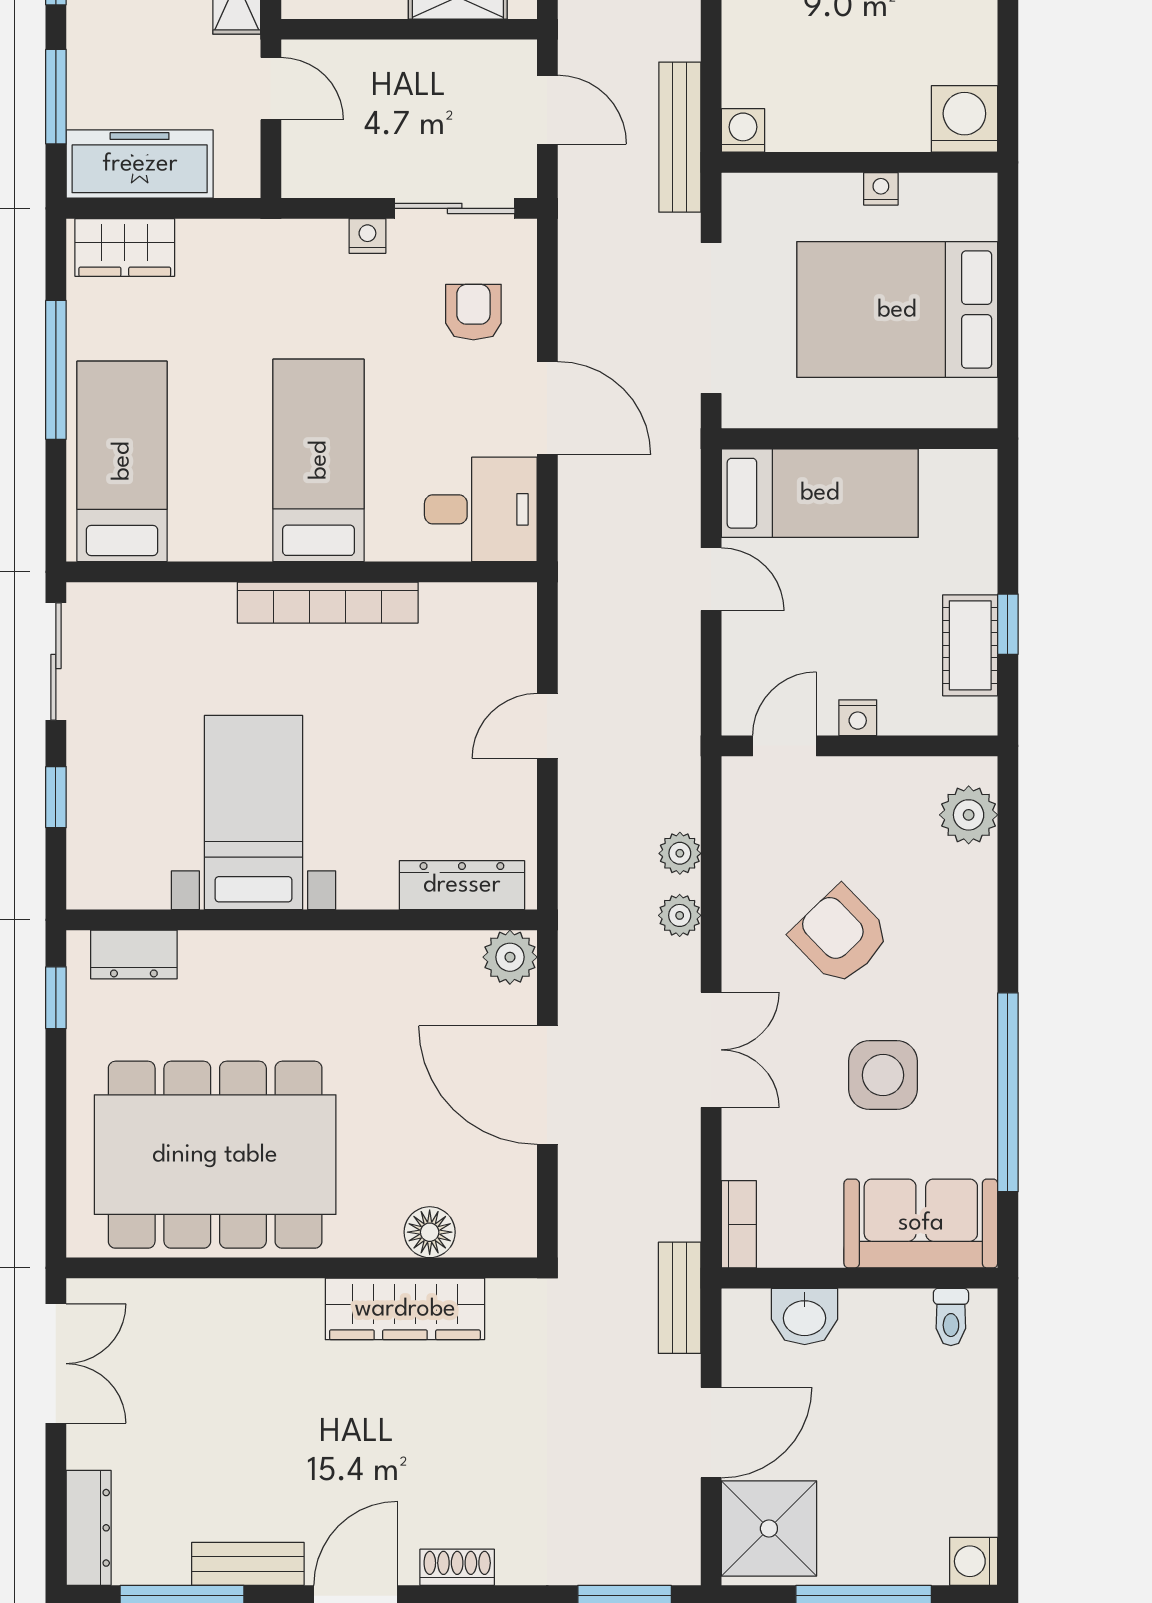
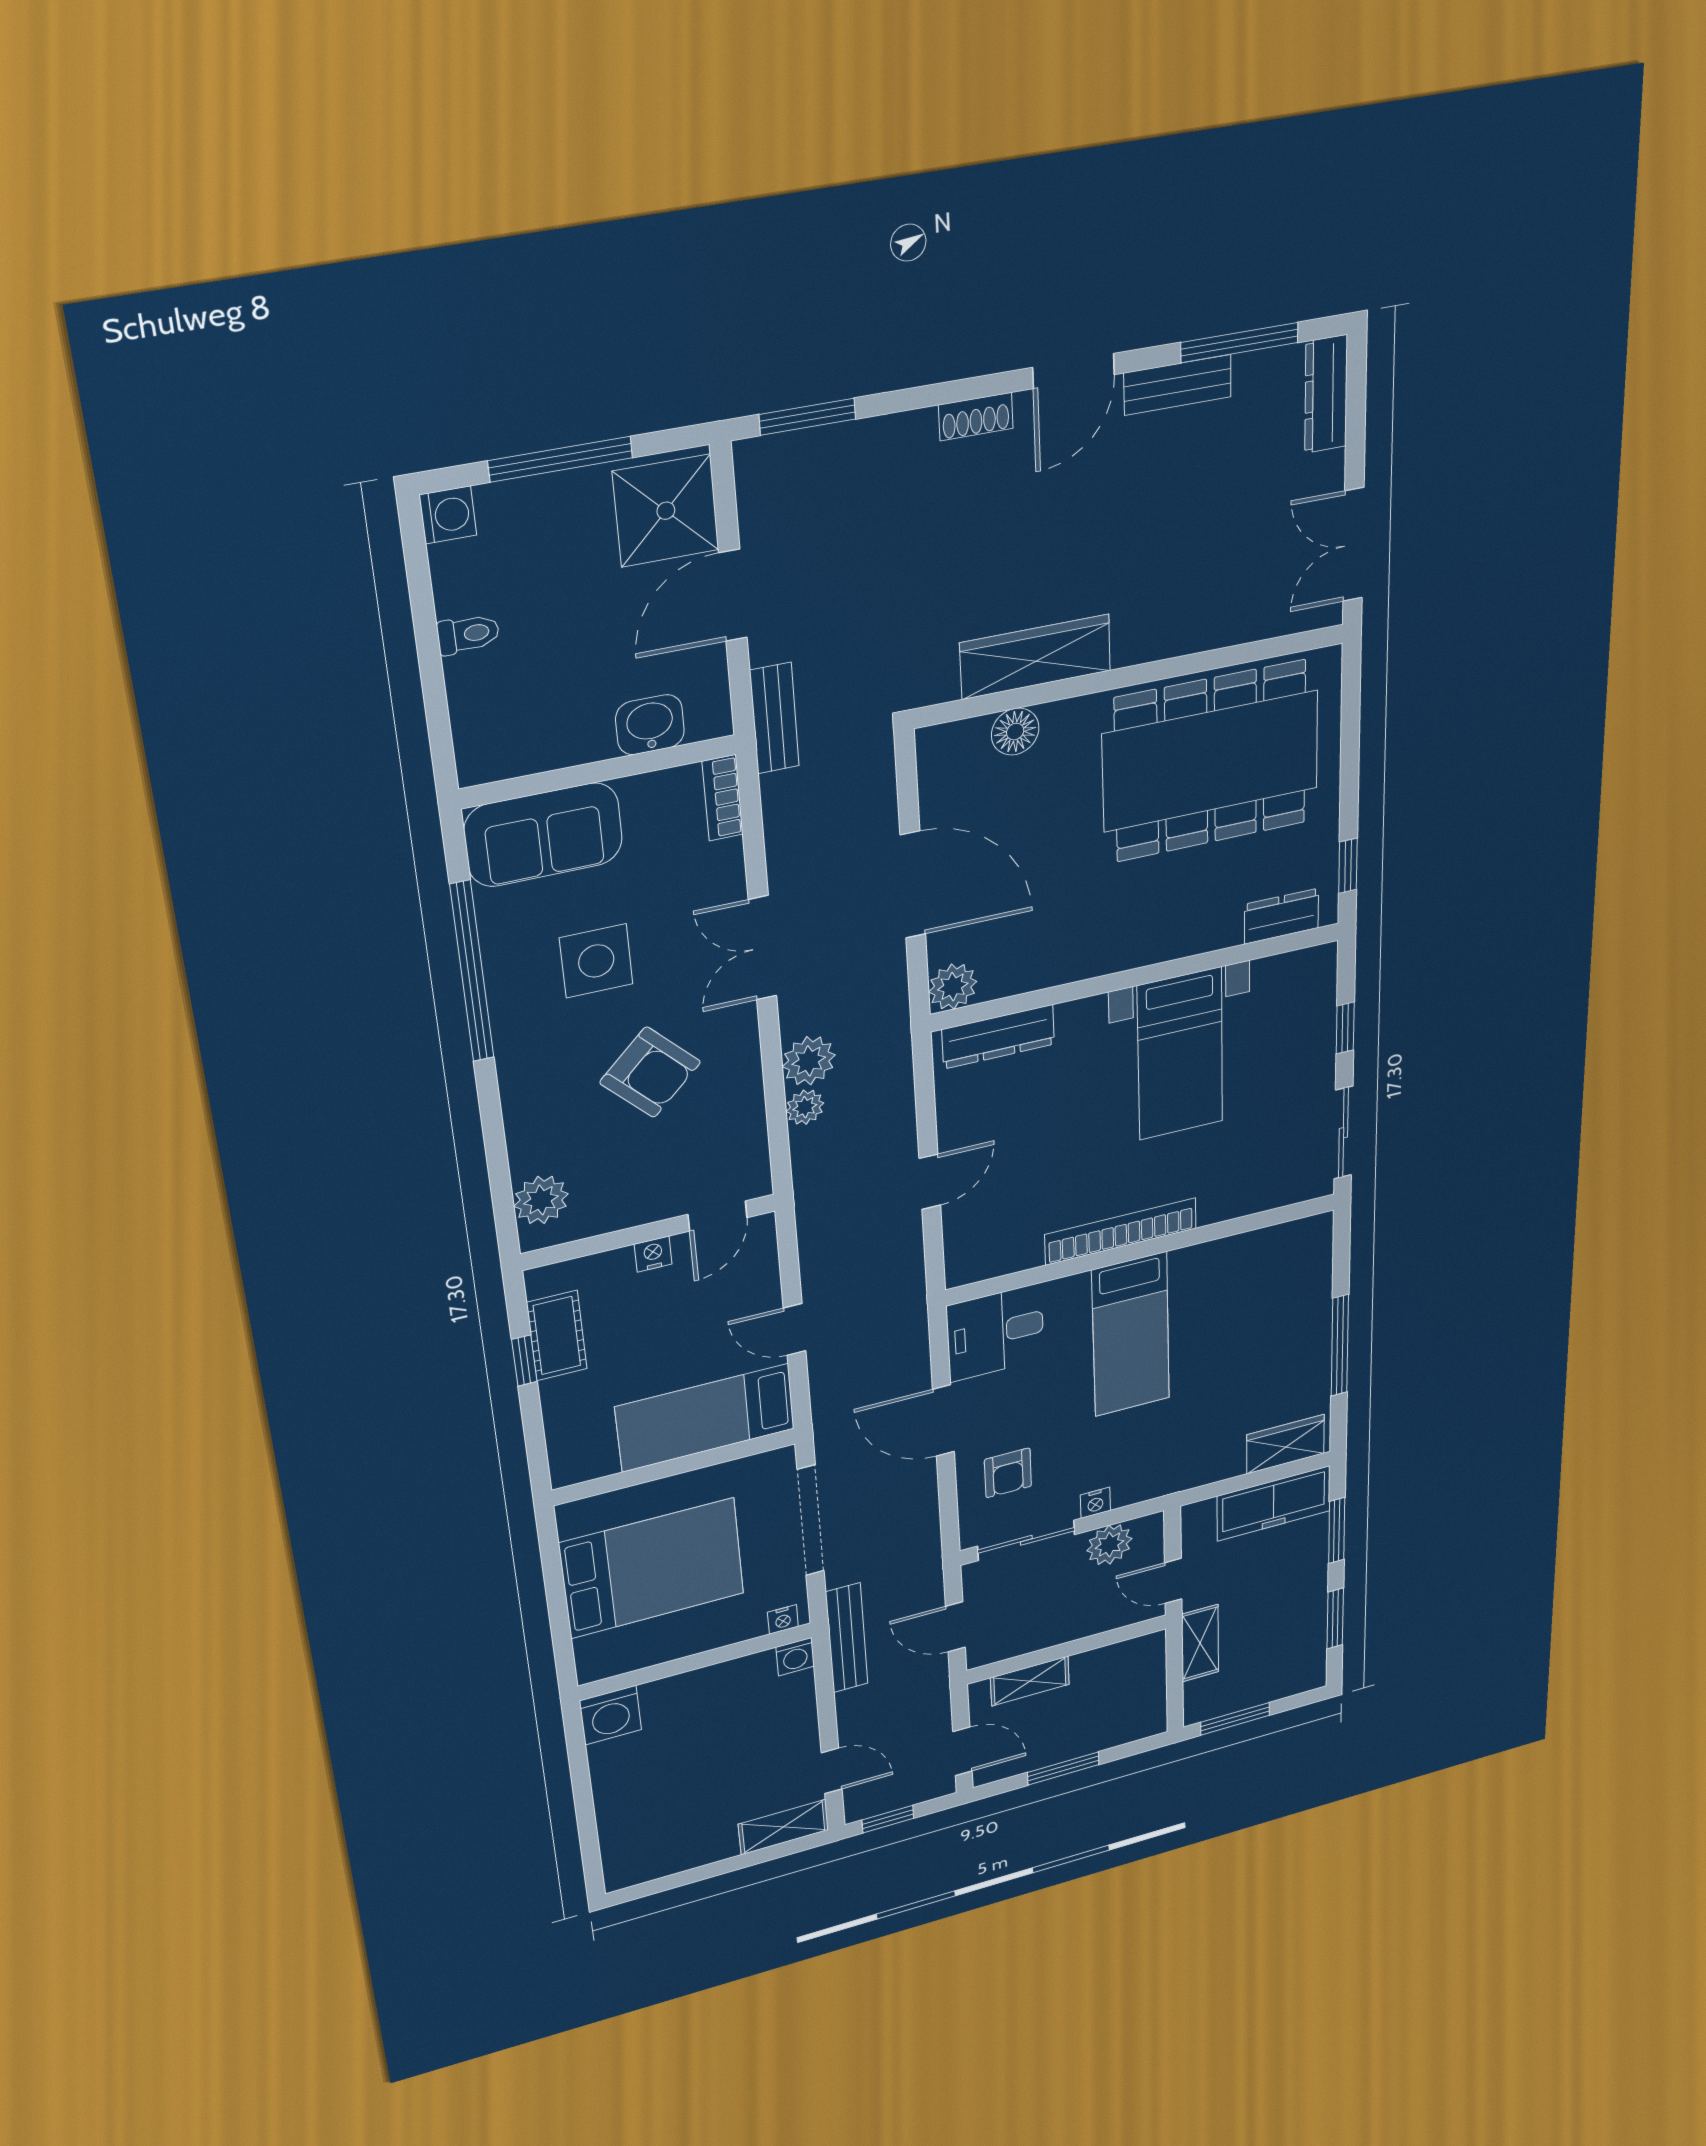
plant: (351, 169) -> (1109, 1545), added
nightstand: (881, 189) -> (783, 1619), moved
bed: (122, 461) -> (1289, 1294), removed
plant: (680, 915) -> (809, 1061), width x1.38, depth x1.38
toilet: (951, 1317) -> (468, 634), moved, turned 90

